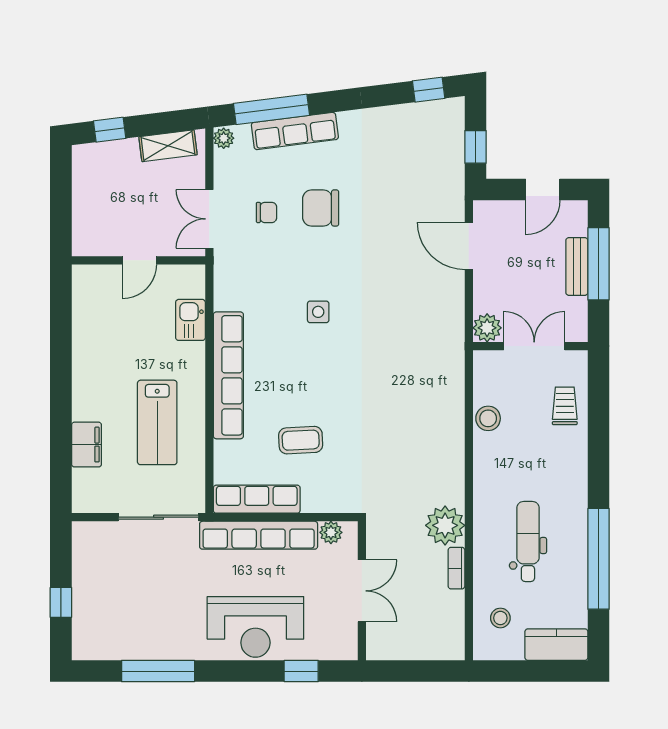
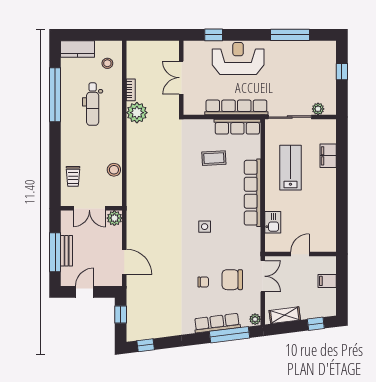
chair: (321, 208) -> (203, 282), width x0.54, depth x0.54
filing cabinet: (88, 210) -> (327, 281), added
chair: (266, 212) -> (232, 280), width x1.87, depth x1.87
plant: (331, 532) -> (318, 109), moved

